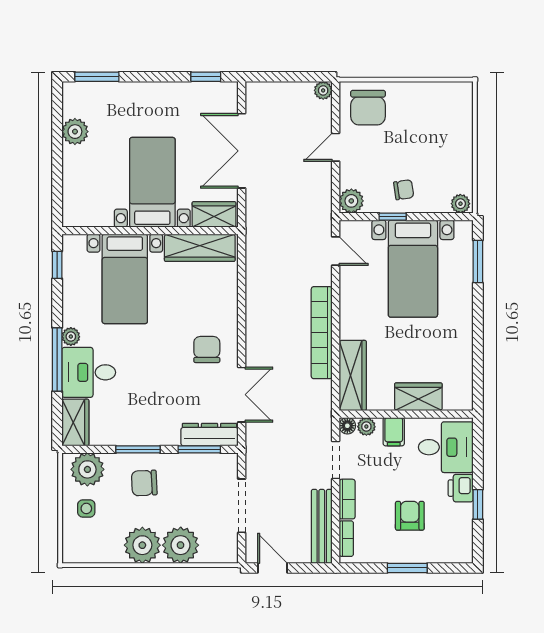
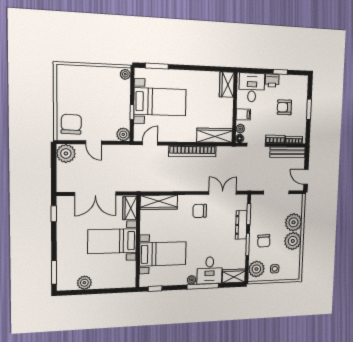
plant: (323, 90) -> (66, 153), width x1.87, depth x1.87
chair: (368, 108) -> (71, 124), turned -88
chair: (404, 190) -> (117, 106), removed
wardrobe: (200, 248) -> (159, 202), moved, turned 90
wardrobe: (418, 397) -> (227, 85), moved
dresser: (209, 435) -> (241, 225), moved
door: (273, 568) -> (306, 177), hinge flipped

